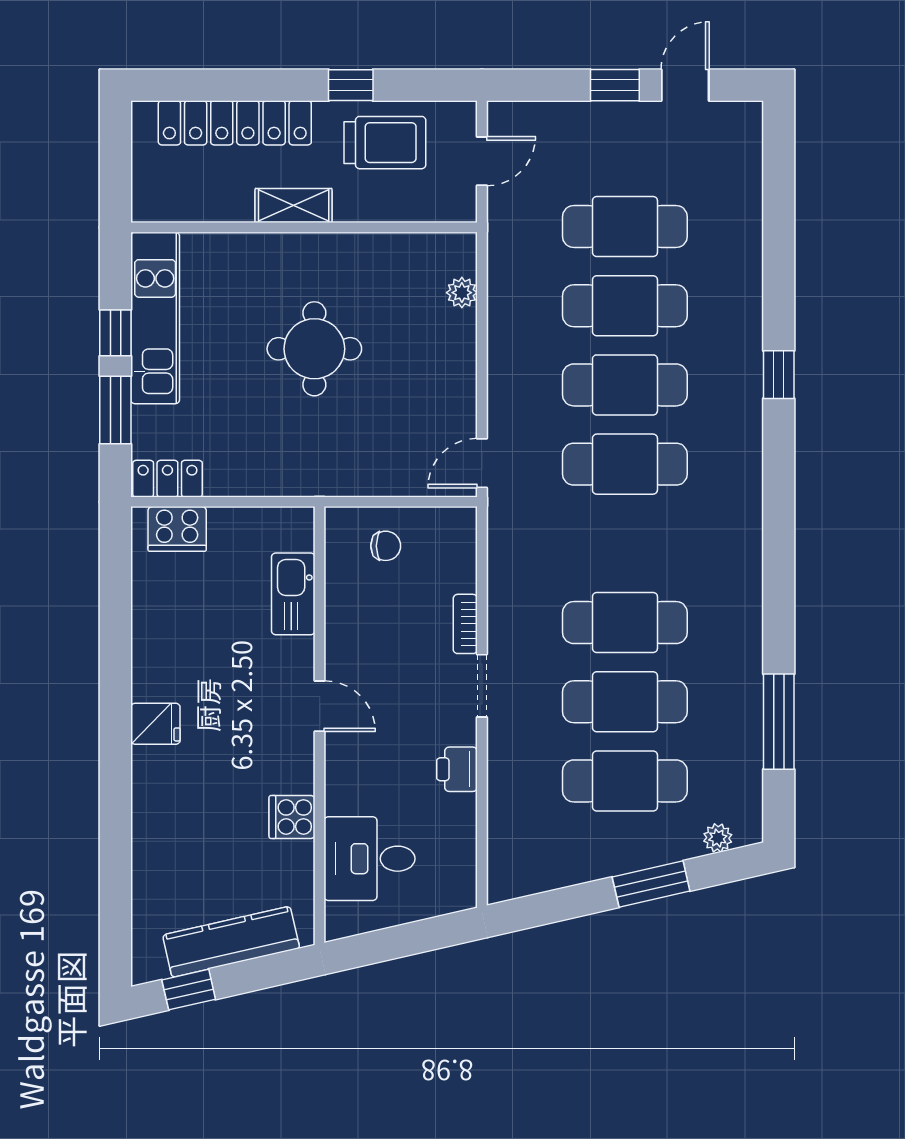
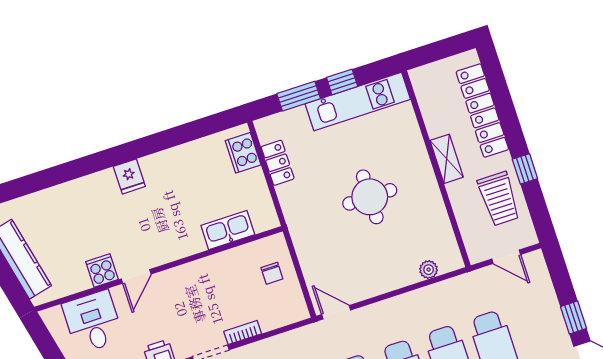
locker: (167, 479) -> (278, 163), moved
door: (320, 706) -> (136, 276), moved

